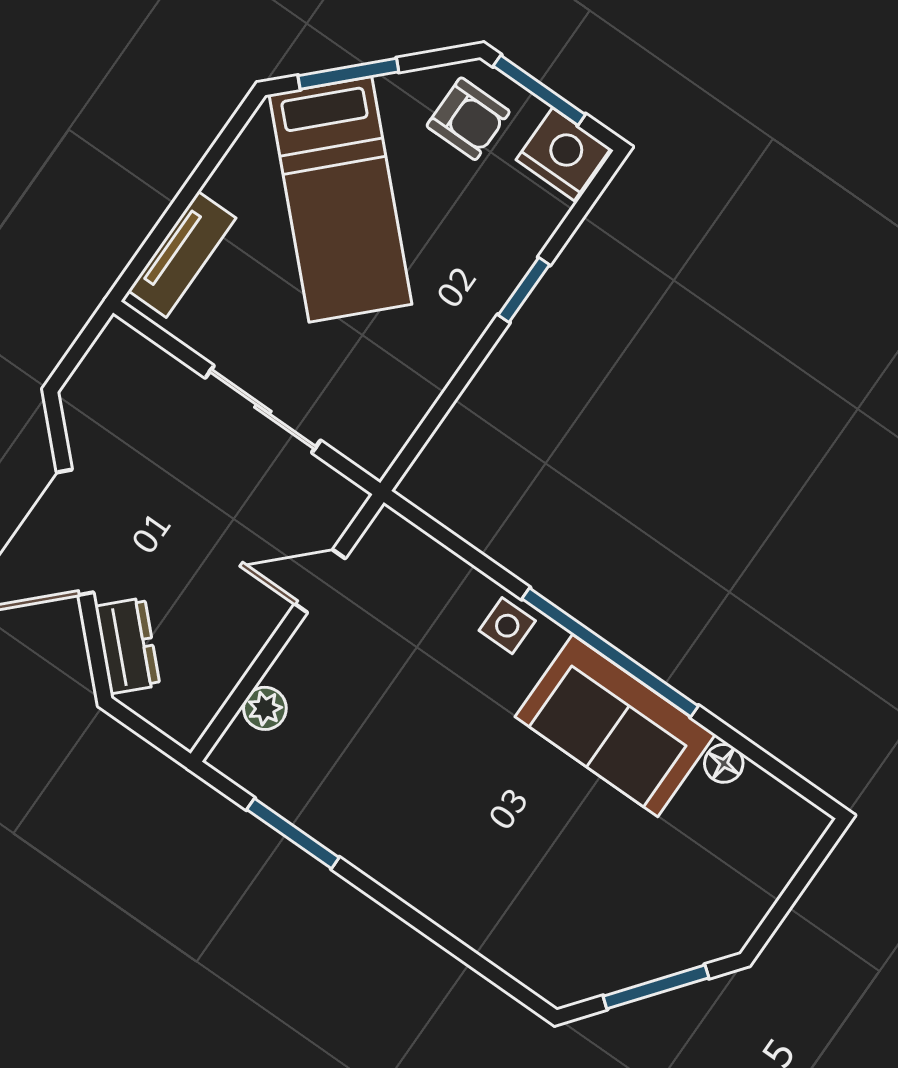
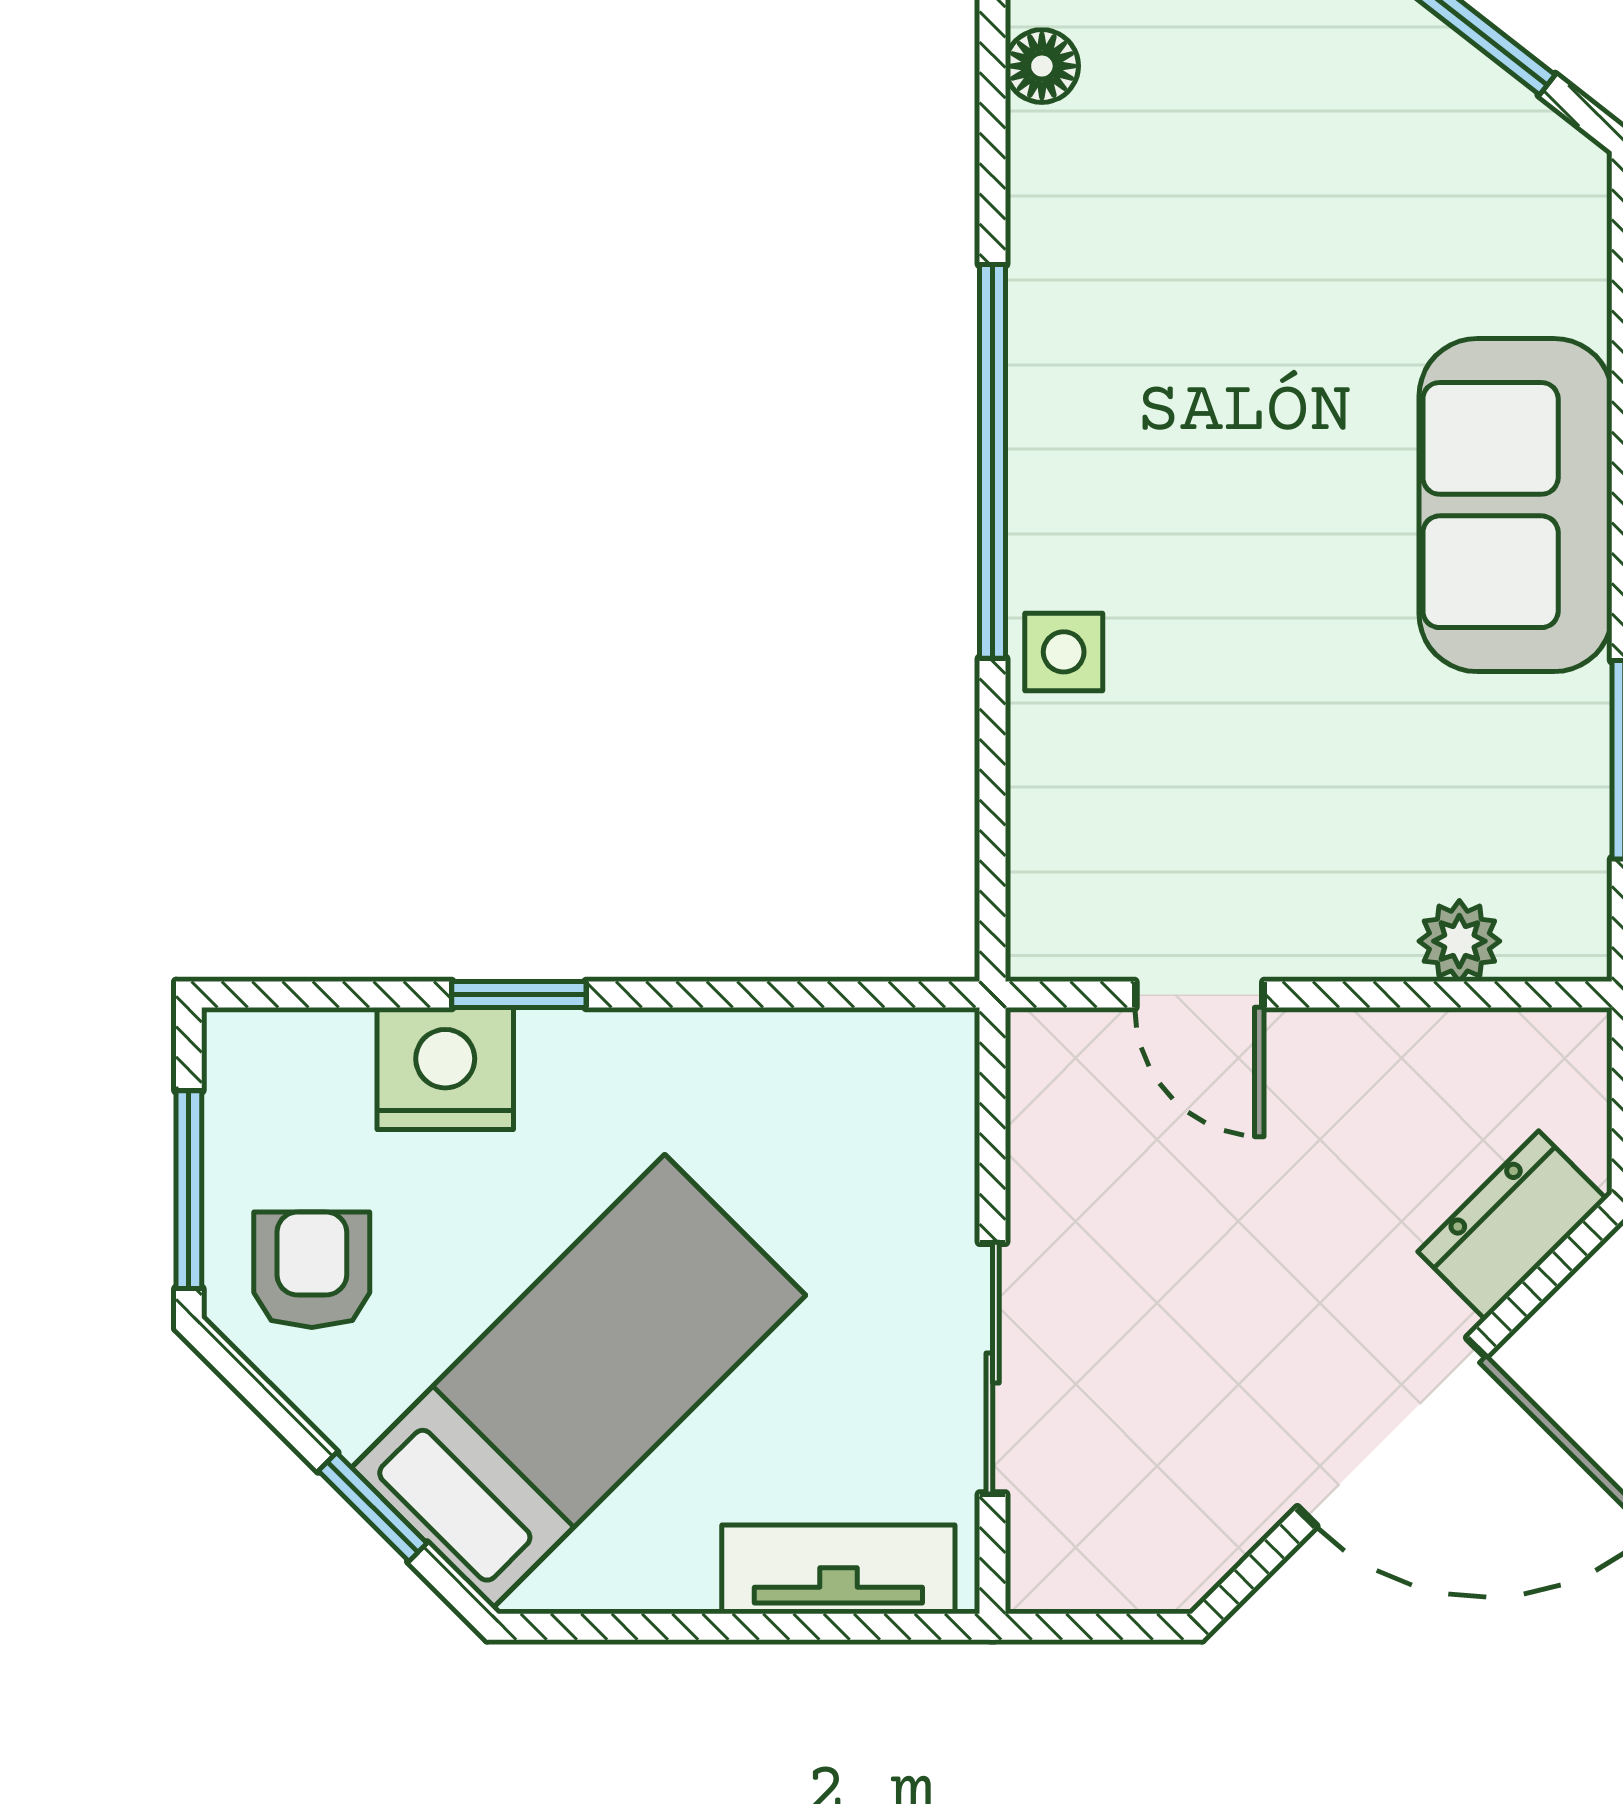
window: (348, 74) -> (373, 1507), width x0.67
nightstand: (563, 154) -> (445, 1068), moved, turned 90
sliding door: (263, 409) -> (993, 1368), moved
sofa: (615, 726) -> (1516, 505), moved, turned 180
floor lamp: (724, 763) -> (1042, 66), moved

